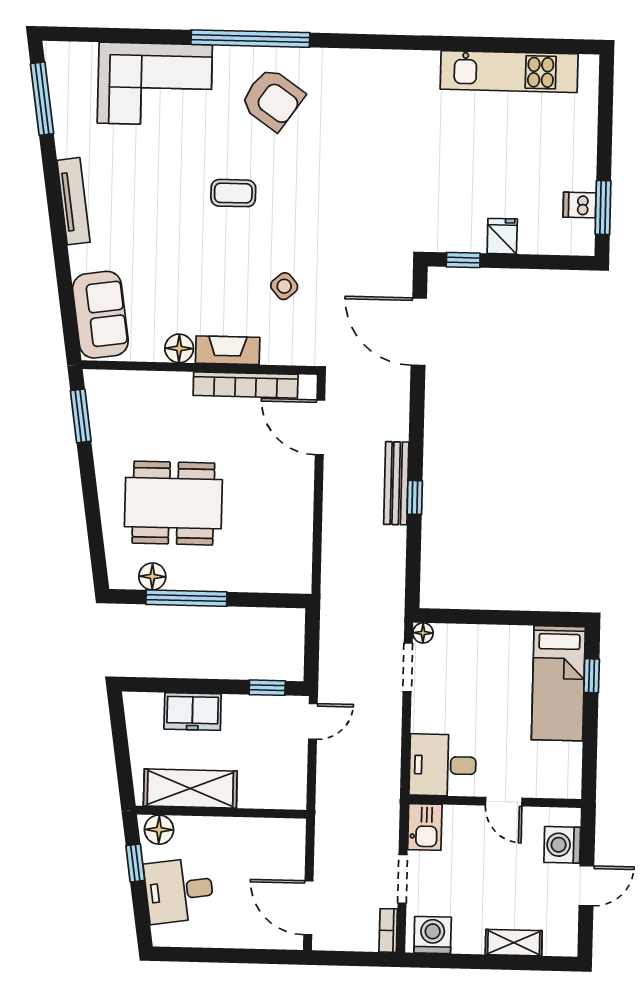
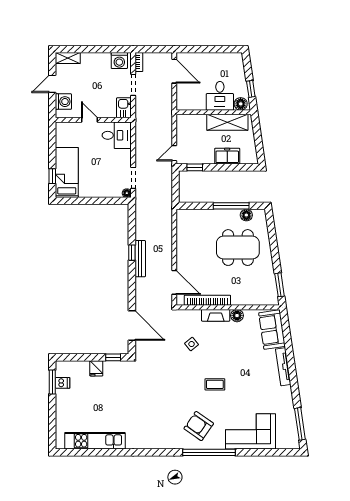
tv unit: (74, 201) -> (283, 367), moved
desk: (179, 891) -> (220, 96), moved, turned 98
shelving: (514, 943) -> (68, 58), moved

